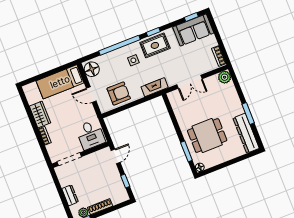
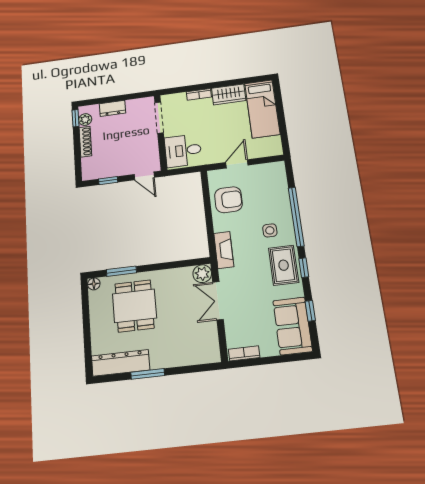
window: (191, 17) -> (310, 311), moved
floor lamp: (92, 69) -> (272, 172), removed
plant: (225, 77) -> (202, 274), moved
bed: (60, 82) -> (262, 109), moved, turned 180
armchair: (119, 93) -> (228, 200), turned -90

